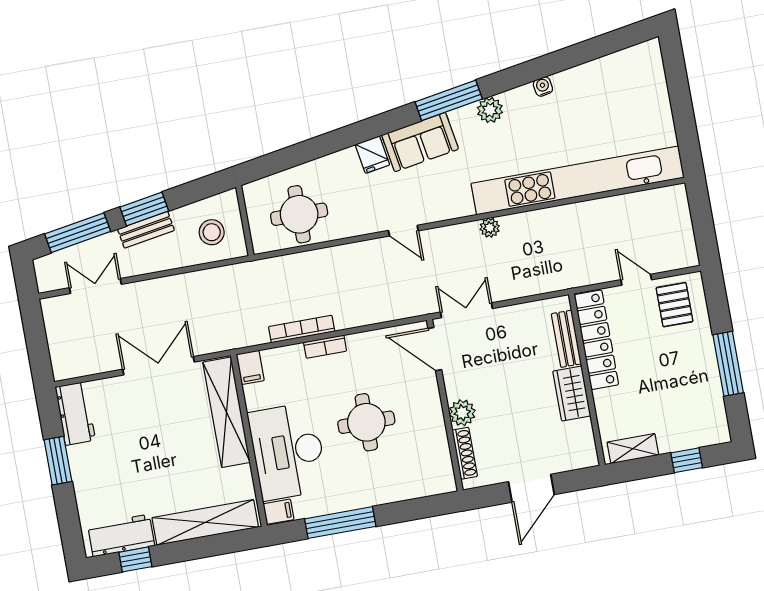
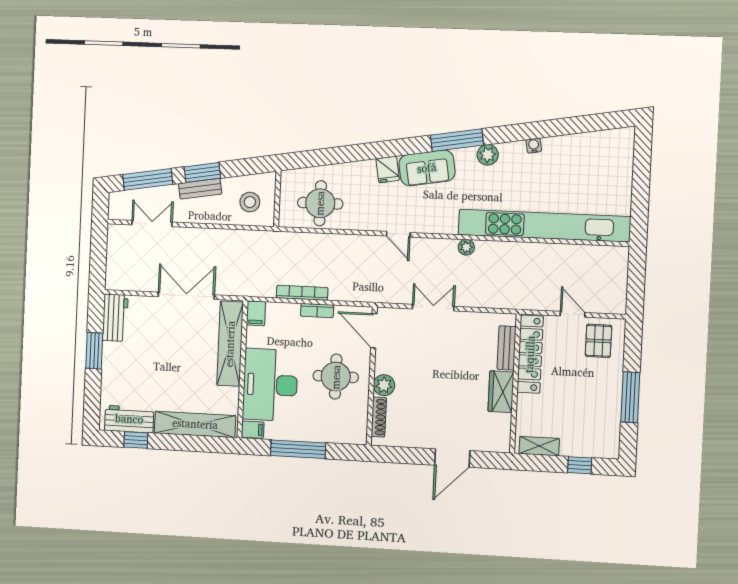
door: (435, 349) -> (374, 331), moved
wall: (445, 405) -> (372, 376), moved
plant: (462, 413) -> (384, 385), moved
shoe rack: (465, 453) -> (379, 417), moved

